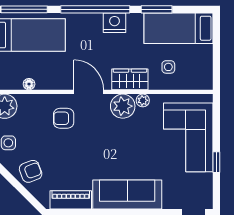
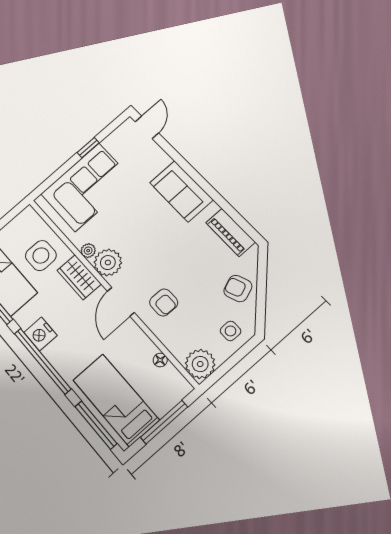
side table: (168, 67) -> (41, 256), width x1.87, depth x1.87
sofa: (127, 194) -> (181, 191), width x0.73

